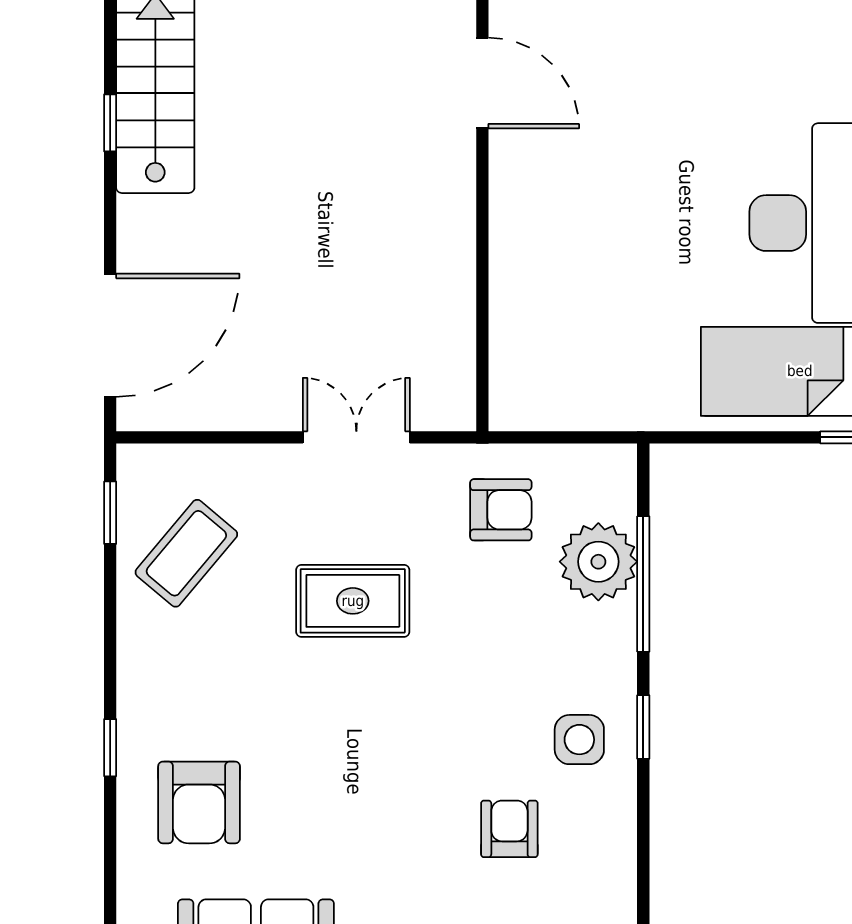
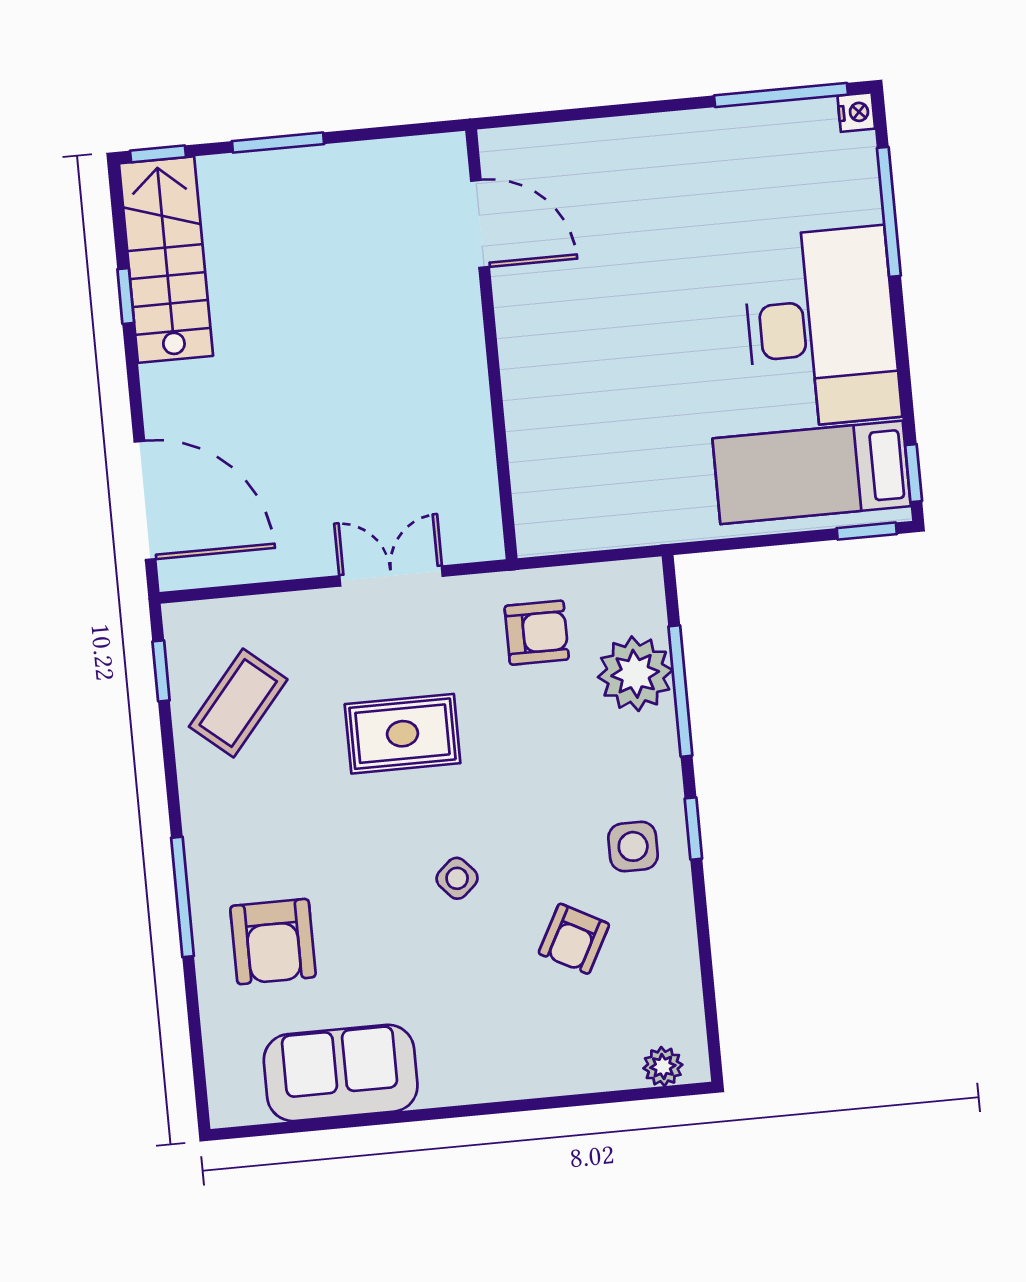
door: (110, 335) -> (145, 500), hinge flipped
window: (110, 748) -> (182, 897), width x2.17
side table: (395, 755) -> (457, 878), added
armchair: (509, 829) -> (574, 939), turned -152

